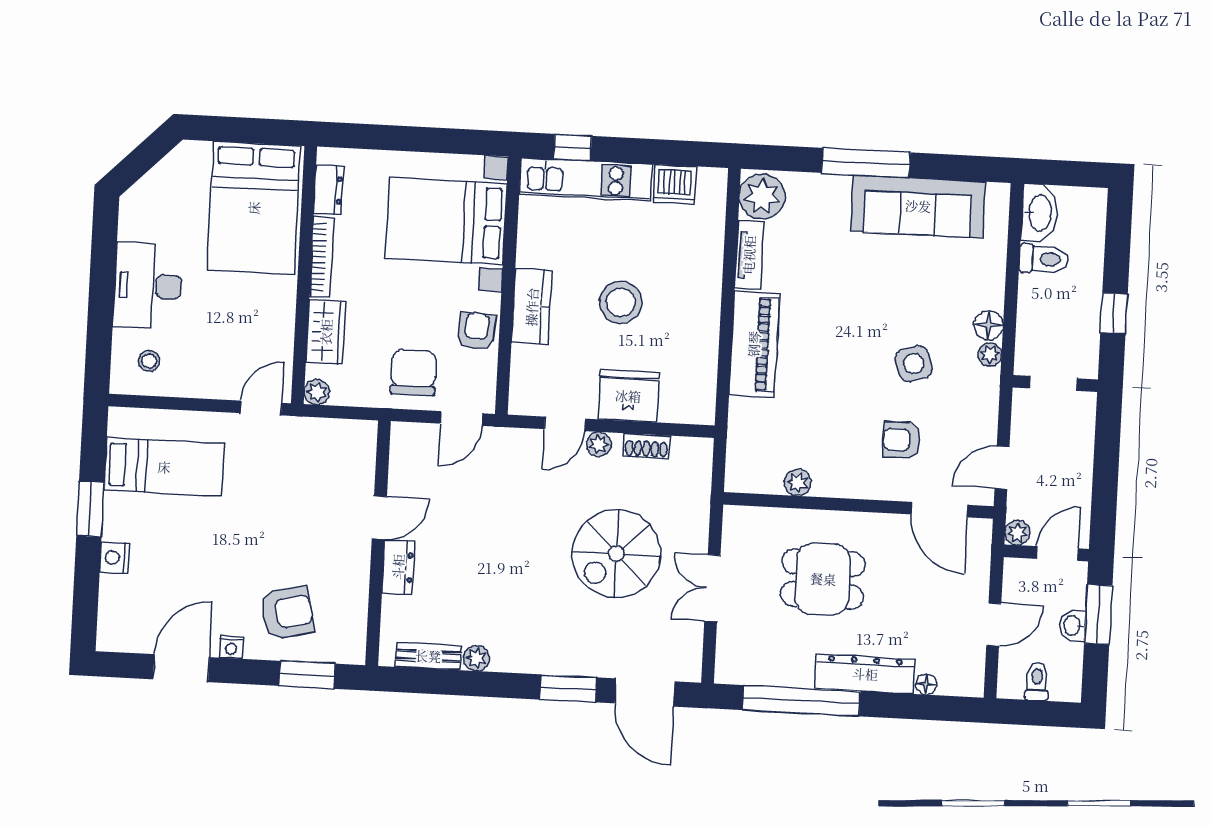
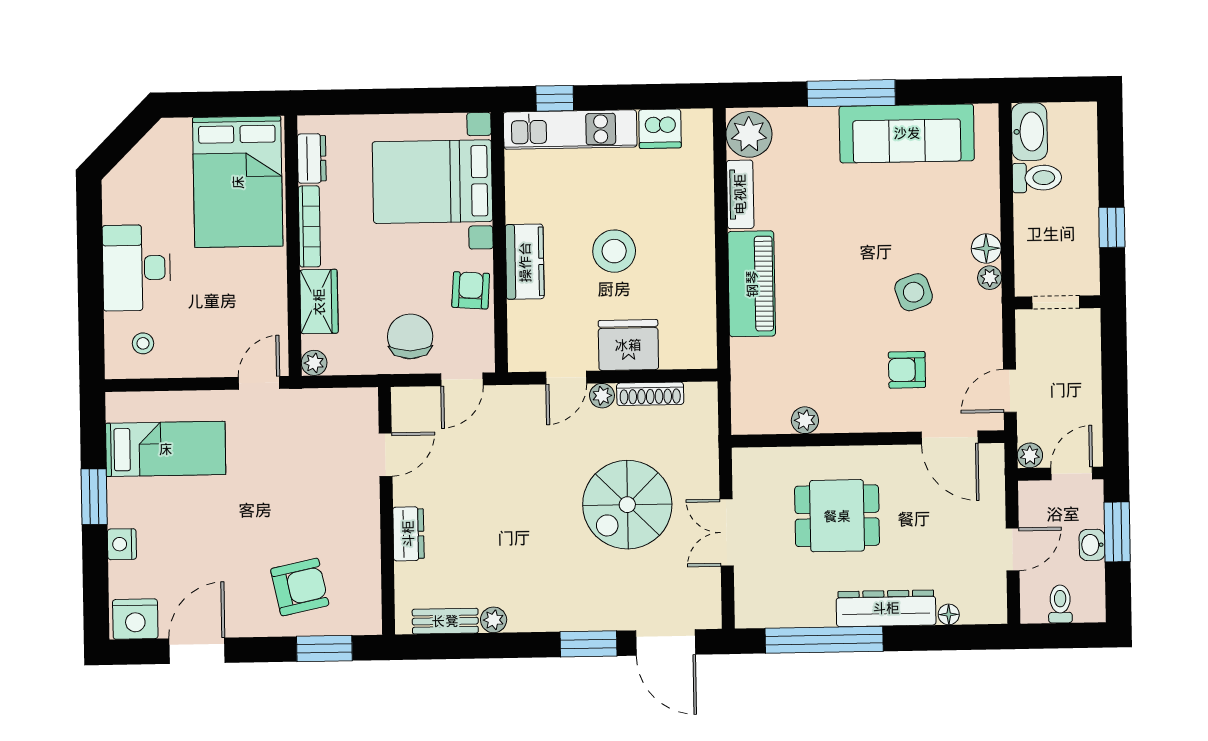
shoe rack: (647, 446) -> (650, 394), width x1.43
door: (379, 518) -> (386, 455), moved
nightstand: (231, 647) -> (135, 619), moved, width x1.89, depth x1.79

